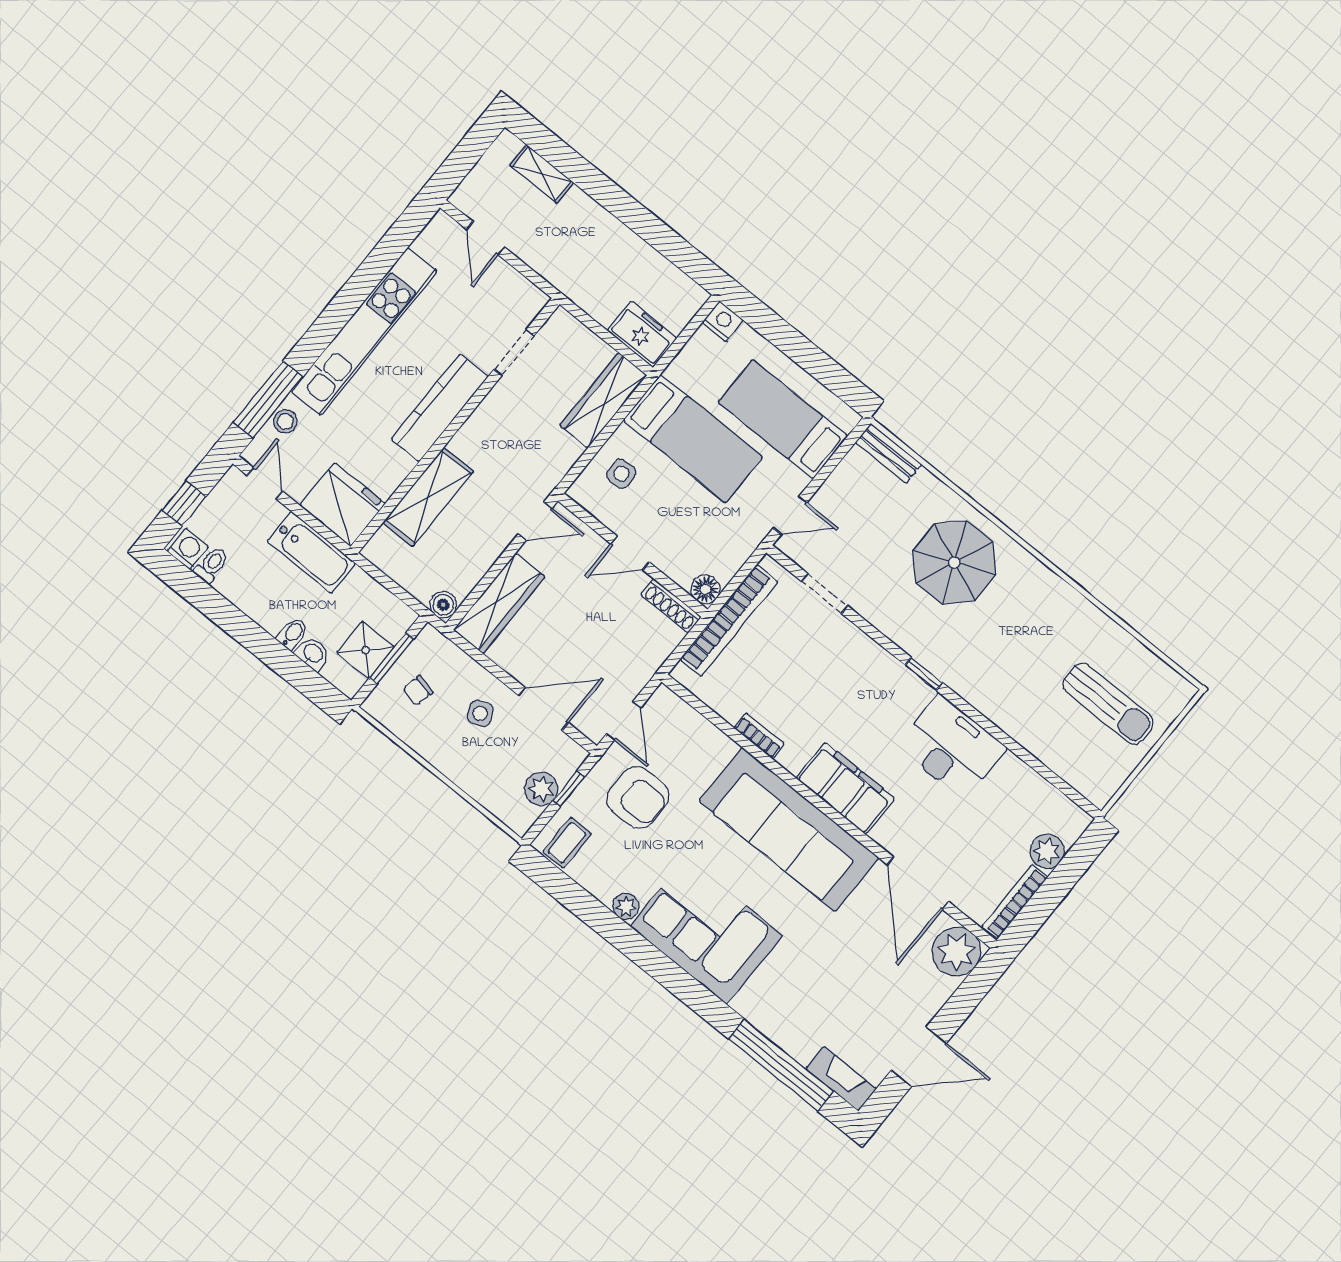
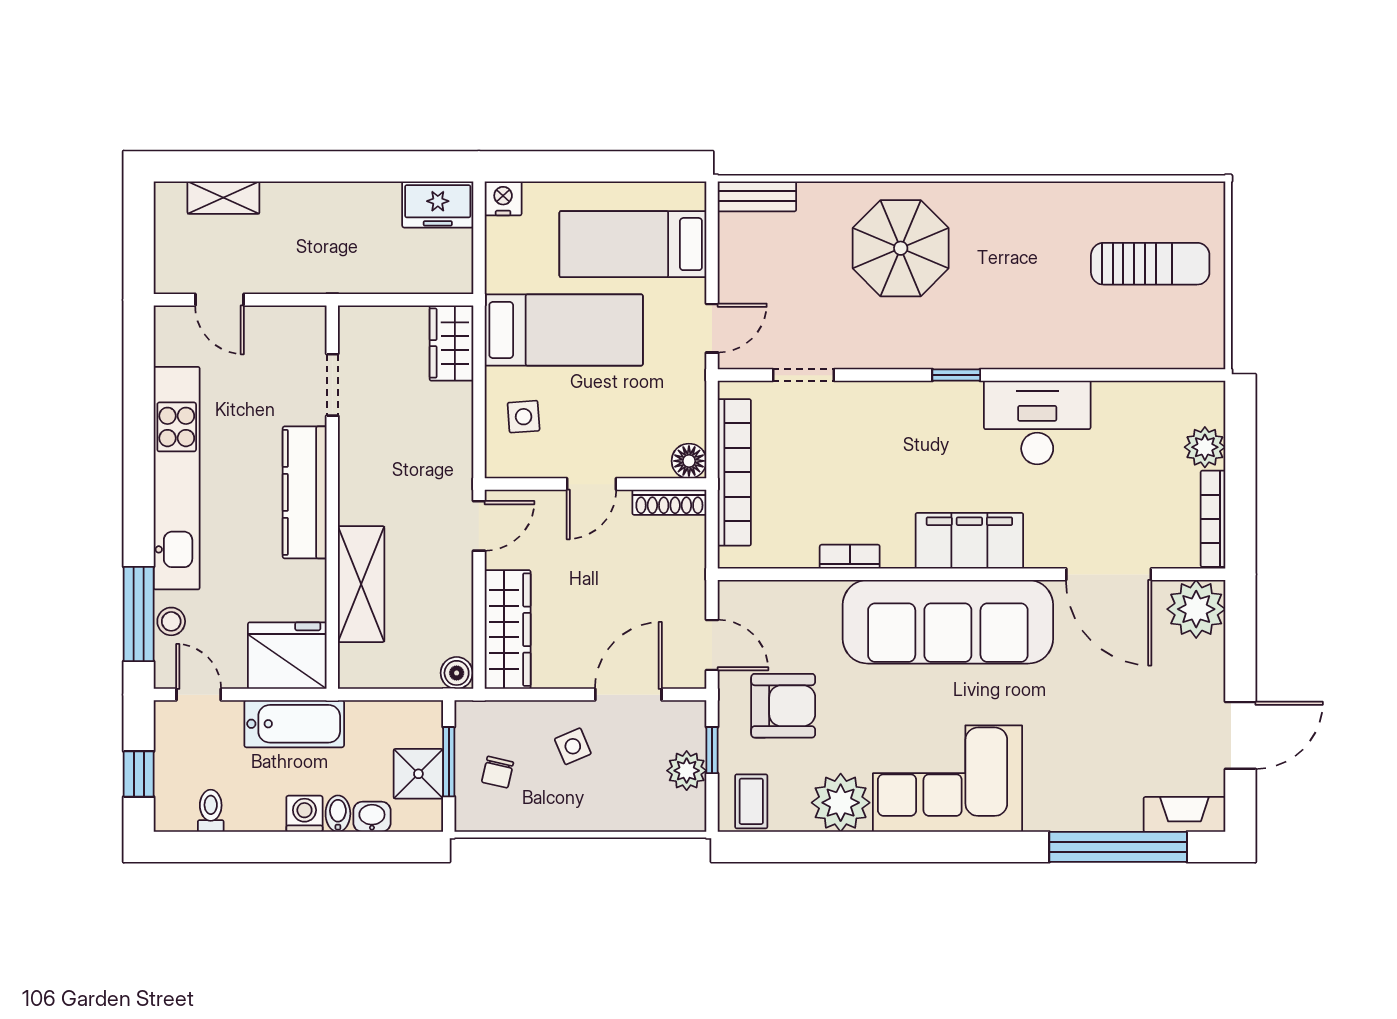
freezer: (642, 334) -> (438, 204), moved, turned 180
wardrobe: (603, 400) -> (451, 343), width x0.67
washing machine: (188, 549) -> (304, 814), moved
plant: (626, 906) -> (841, 803), width x1.88, depth x1.88

